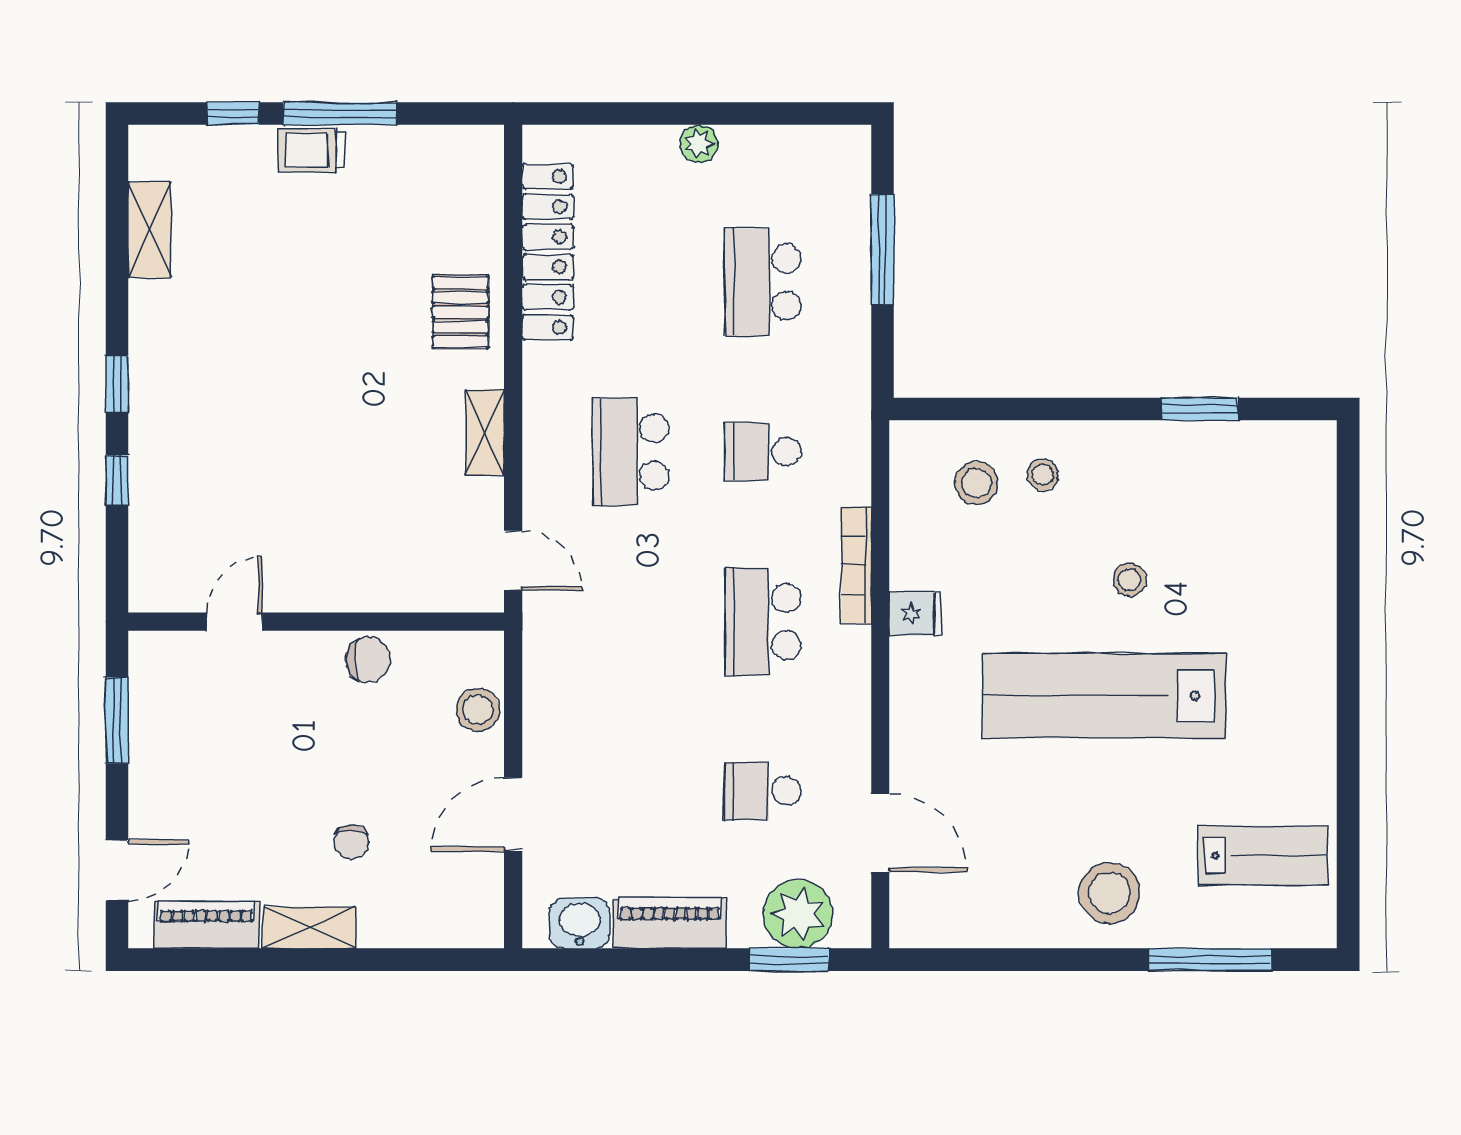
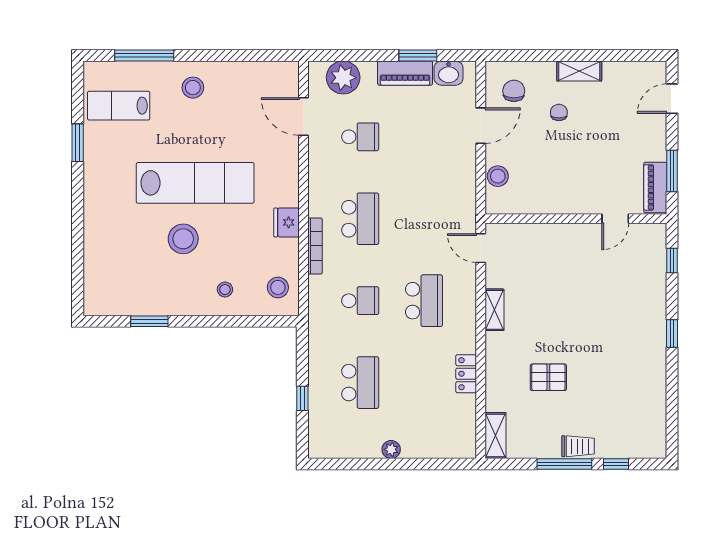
shelving: (150, 230) -> (495, 435), moved
window: (883, 249) -> (302, 398), width x0.46
locker: (548, 252) -> (466, 374), width x0.46, depth x0.83
pallet: (460, 312) -> (548, 377), moved, turned 90
window: (117, 481) -> (672, 261), moved
stool: (976, 483) -> (278, 287), moved
stool: (1129, 580) -> (183, 239), width x1.89, depth x1.89
fridge: (915, 614) -> (287, 222), width x1.38
chair: (368, 660) -> (514, 91), moved, turned 92
window: (1348, 779) -> (78, 143), added
stool: (1109, 893) -> (193, 88), width x0.73, depth x0.73
piano: (206, 925) -> (655, 187), moved, turned 90
window: (789, 960) -> (418, 55), moved

